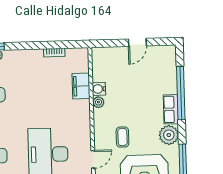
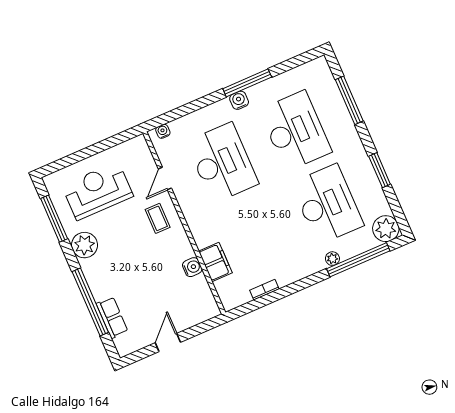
plant: (98, 102) -> (186, 251), removed
row of seats: (171, 109) -> (112, 317), moved
coffee table: (122, 137) -> (158, 218), moved

